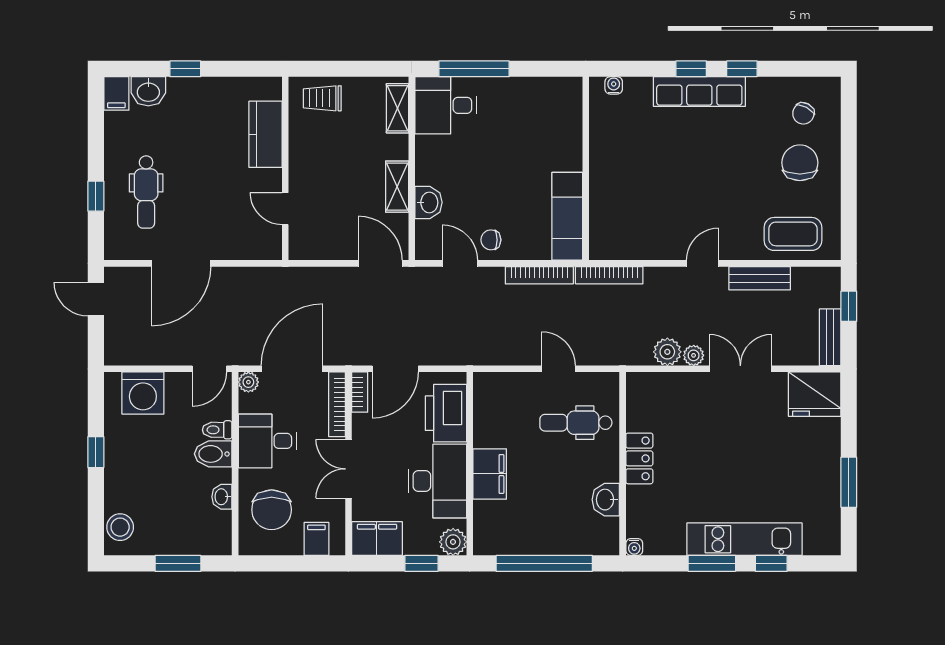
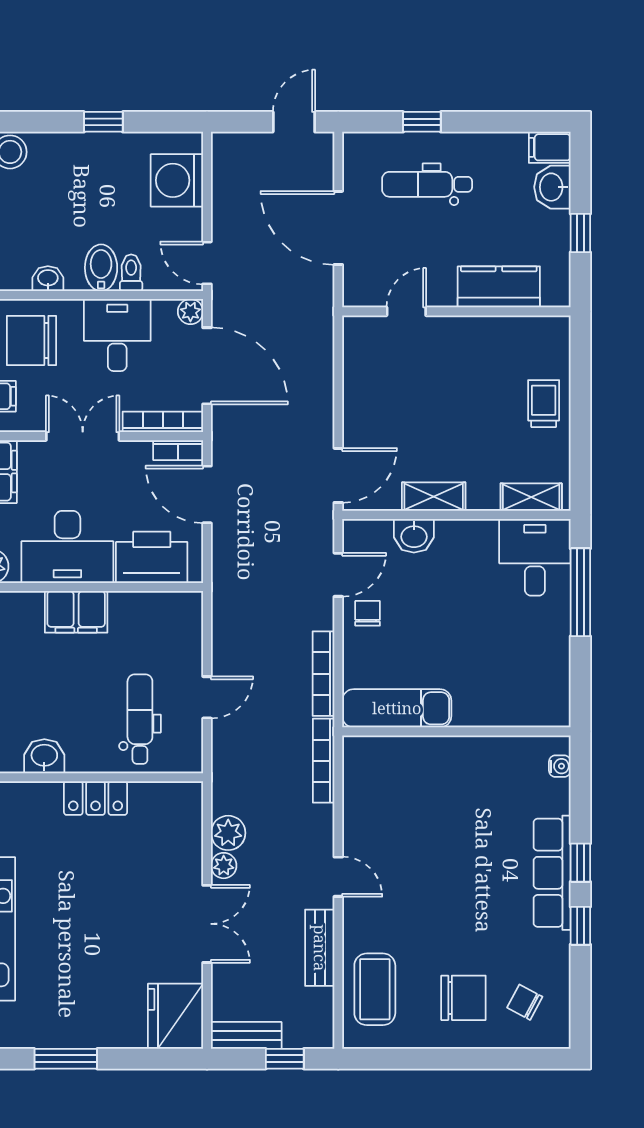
kitchen counter: (265, 134) -> (499, 287), moved
wall: (285, 168) -> (456, 311), moved
door: (285, 209) -> (406, 311), moved

